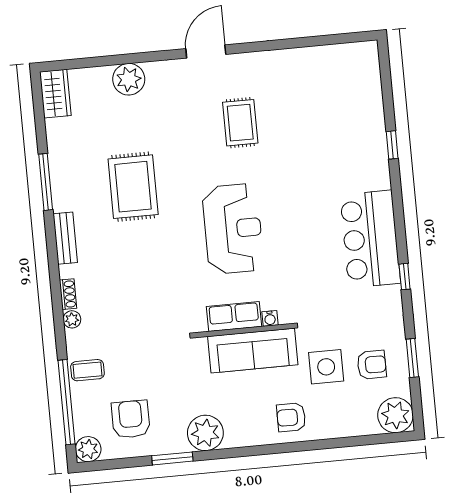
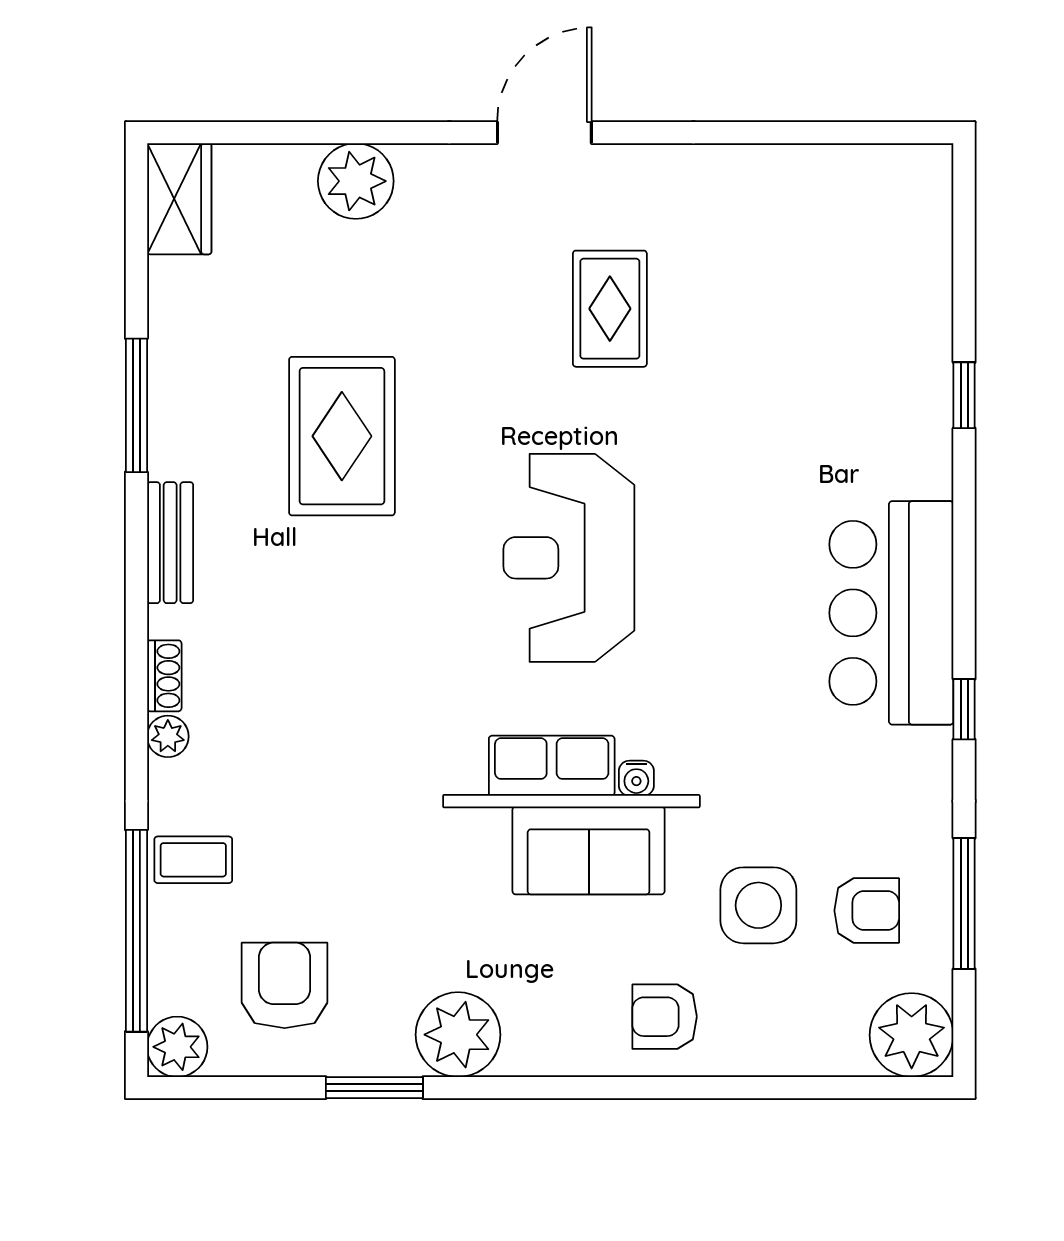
reception desk: (233, 229) -> (569, 558), turned 180
sofa: (253, 351) -> (589, 850), width x0.73
window: (412, 358) -> (964, 904), width x1.44

